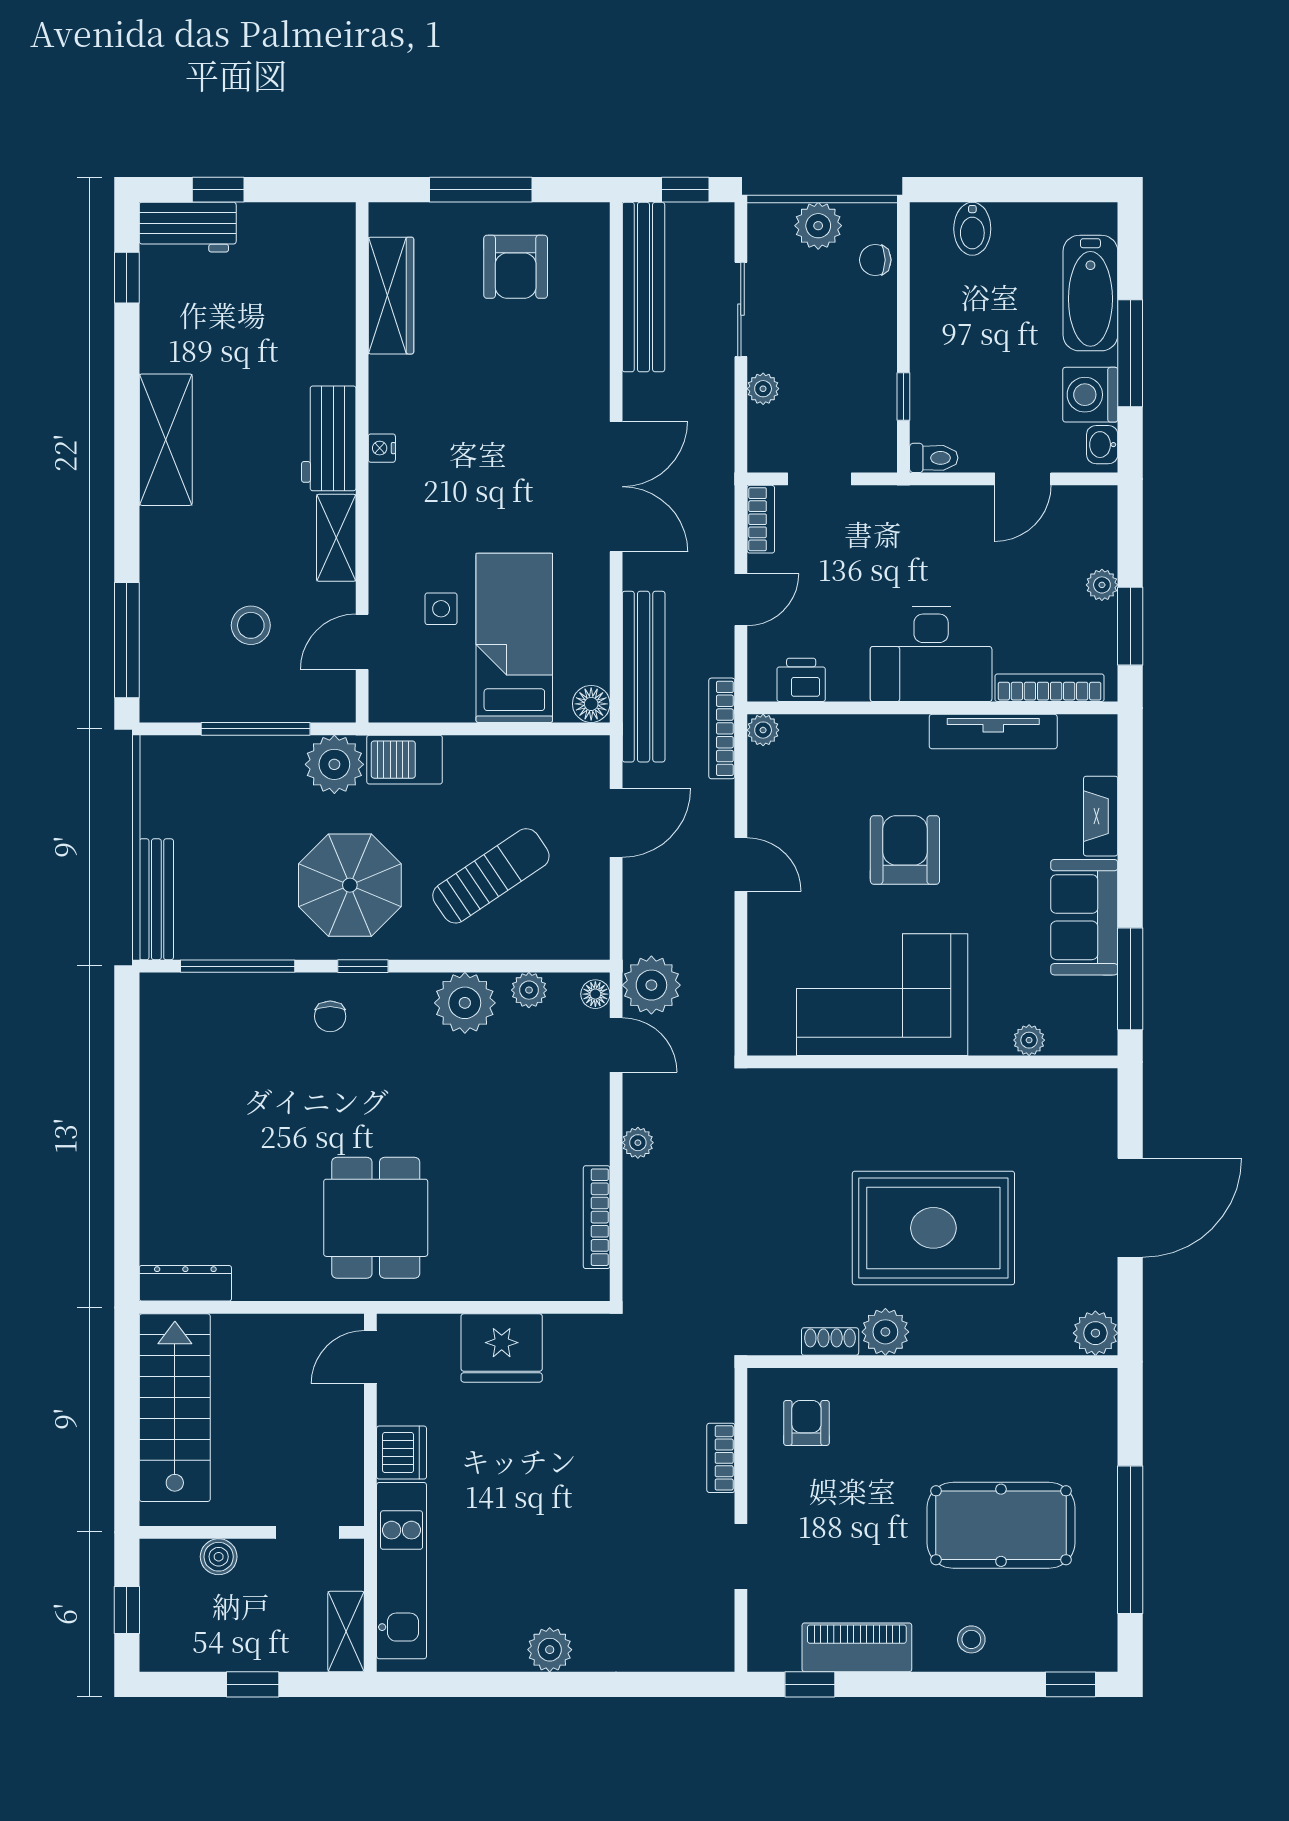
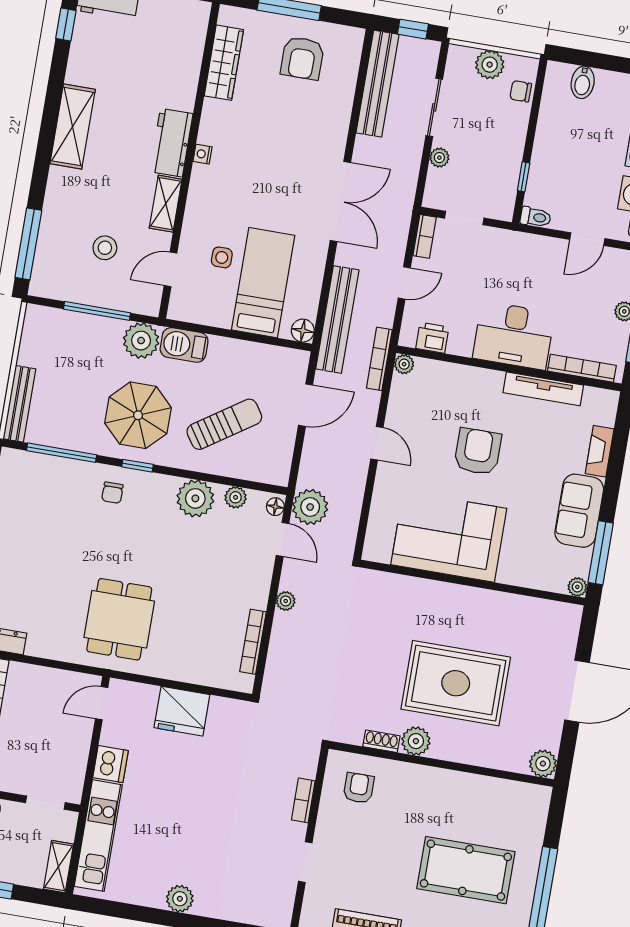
plant: (1029, 1040) -> (577, 587), moved

